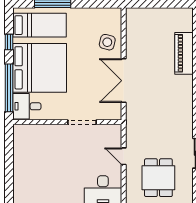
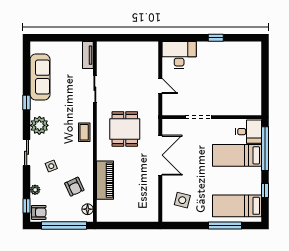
side table: (107, 42) -> (182, 200), moved
bed: (40, 68) -> (237, 155), width x0.49
dining table: (158, 178) -> (125, 129), moved

